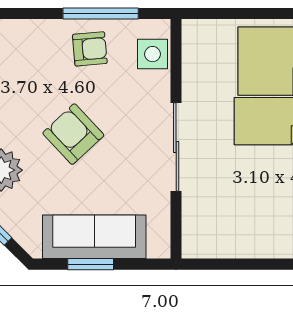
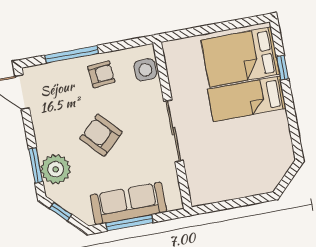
window: (101, 13) -> (72, 54), moved
window: (91, 264) -> (129, 223), width x1.44

